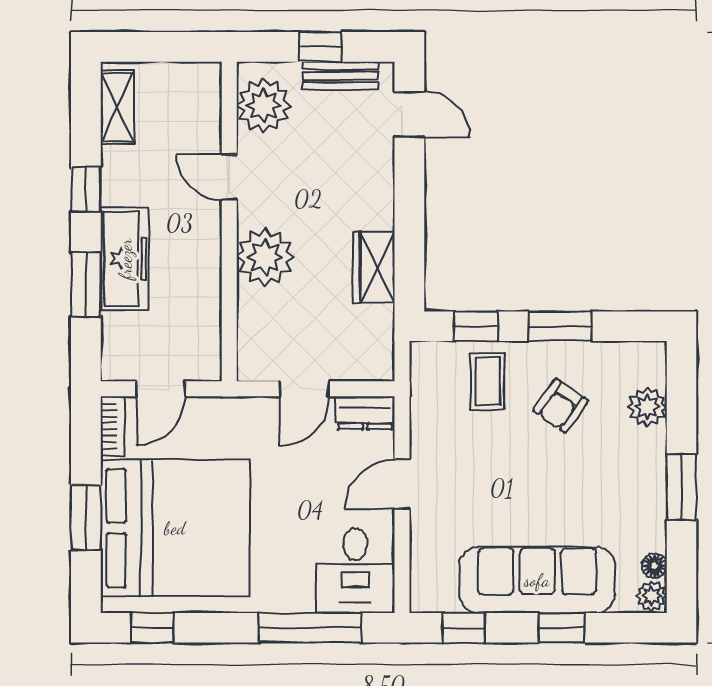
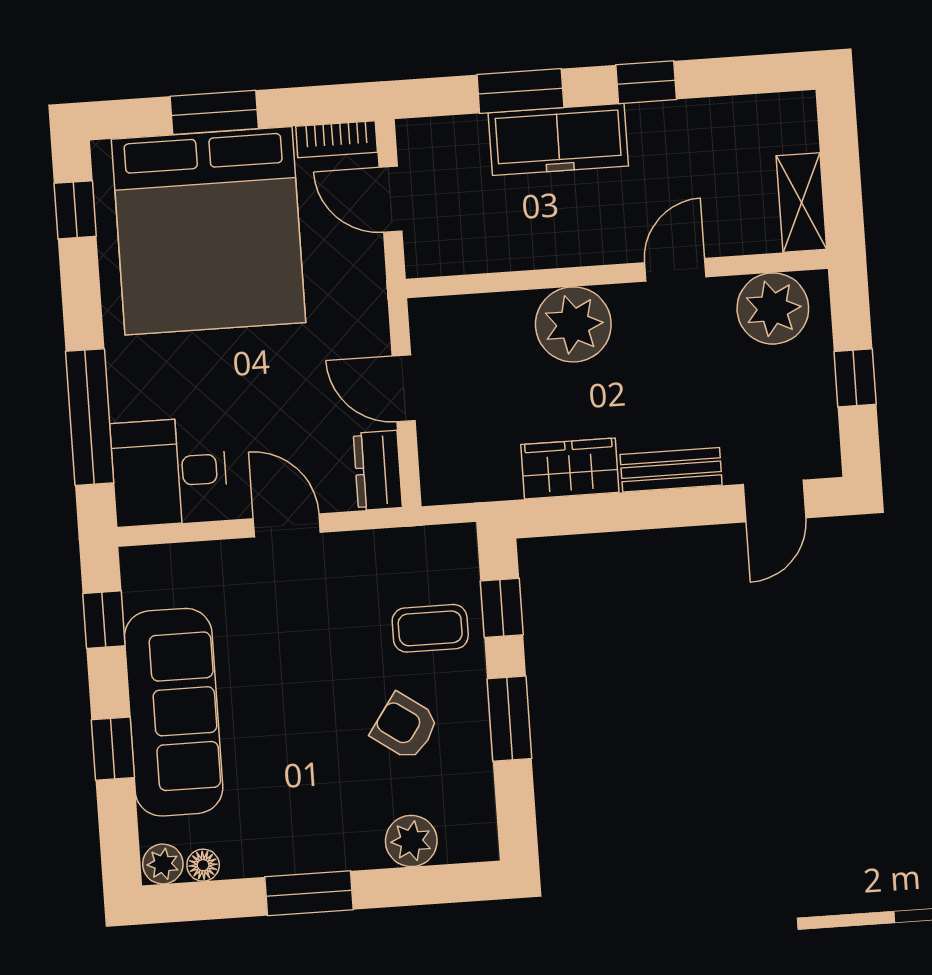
bench: (340, 76) -> (671, 470), moved, turned 90
shelving: (117, 107) -> (801, 202), moved, turned 90

